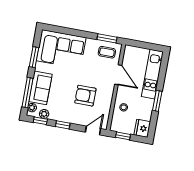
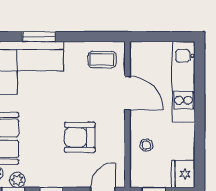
window: (107, 38) -> (39, 37), moved
window: (157, 101) -> (200, 124), removed

